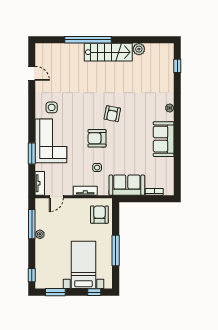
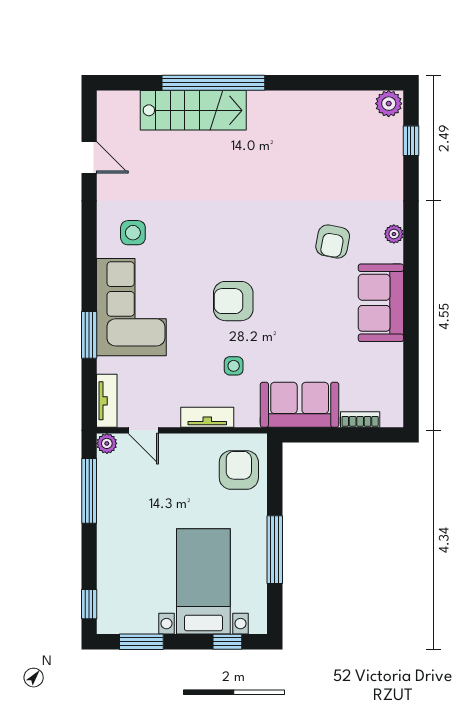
plant: (139, 49) -> (389, 104), moved
stairs: (108, 52) -> (193, 110), moved
armchair: (112, 114) -> (333, 242), moved
door: (56, 197) -> (143, 430), hinge flipped
plant: (40, 234) -> (107, 443), moved

